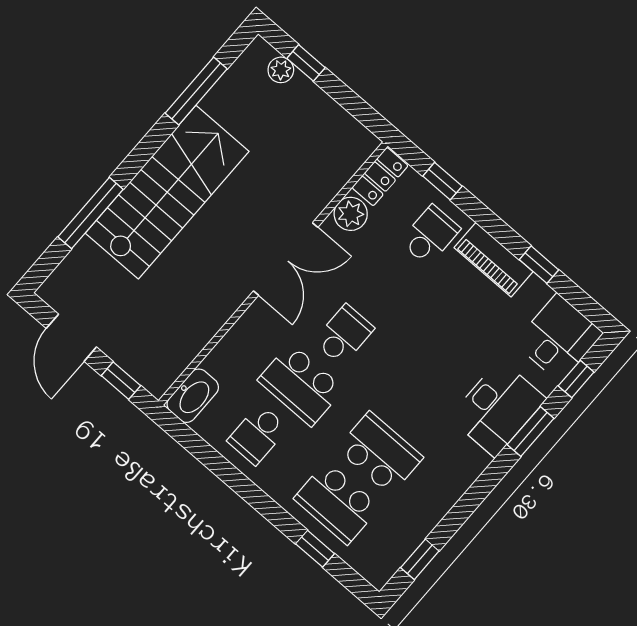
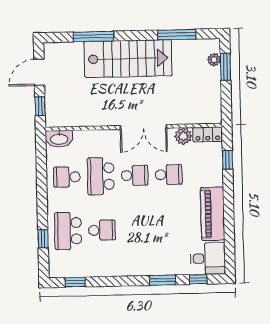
window: (306, 63) -> (225, 67), width x1.50
school desk: (430, 235) -> (169, 175), moved
piano: (494, 260) -> (213, 214), width x1.37, depth x1.33
window: (539, 265) -> (229, 226), removed
desk: (498, 408) -> (160, 260), removed
school desk: (380, 453) -> (102, 230), width x0.54

